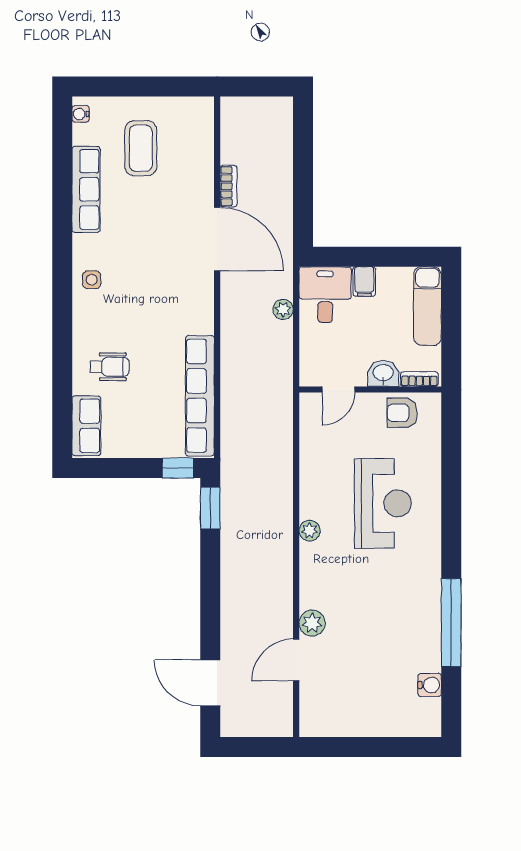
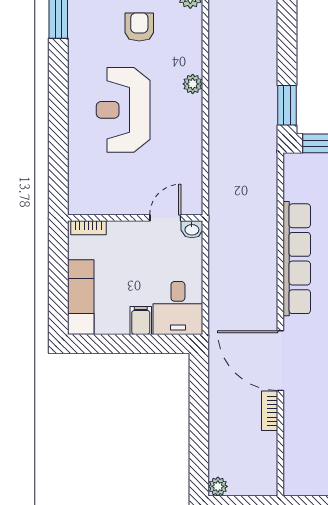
plant: (283, 309) -> (218, 486), moved
washbasin: (383, 373) -> (192, 229), moved, width x0.72, depth x0.69
row of seats: (200, 396) -> (297, 259), moved
armchair: (402, 413) -> (139, 27), moved, turned -90

